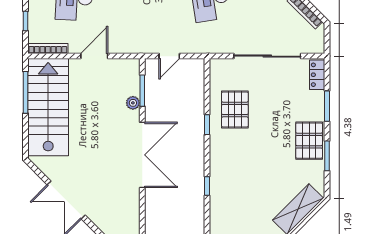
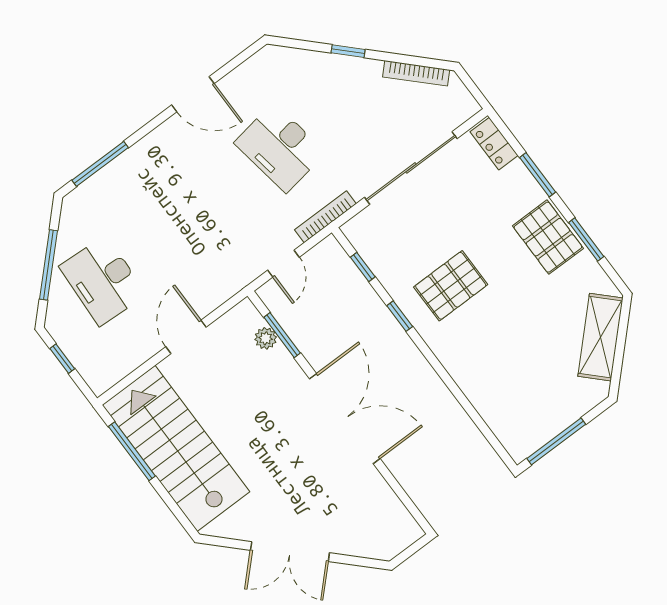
bookcase: (48, 48) -> (325, 217), moved
plant: (133, 103) -> (266, 338), moved
pallet: (235, 109) -> (451, 286), moved, turned 90
window: (207, 186) -> (363, 267), moved

